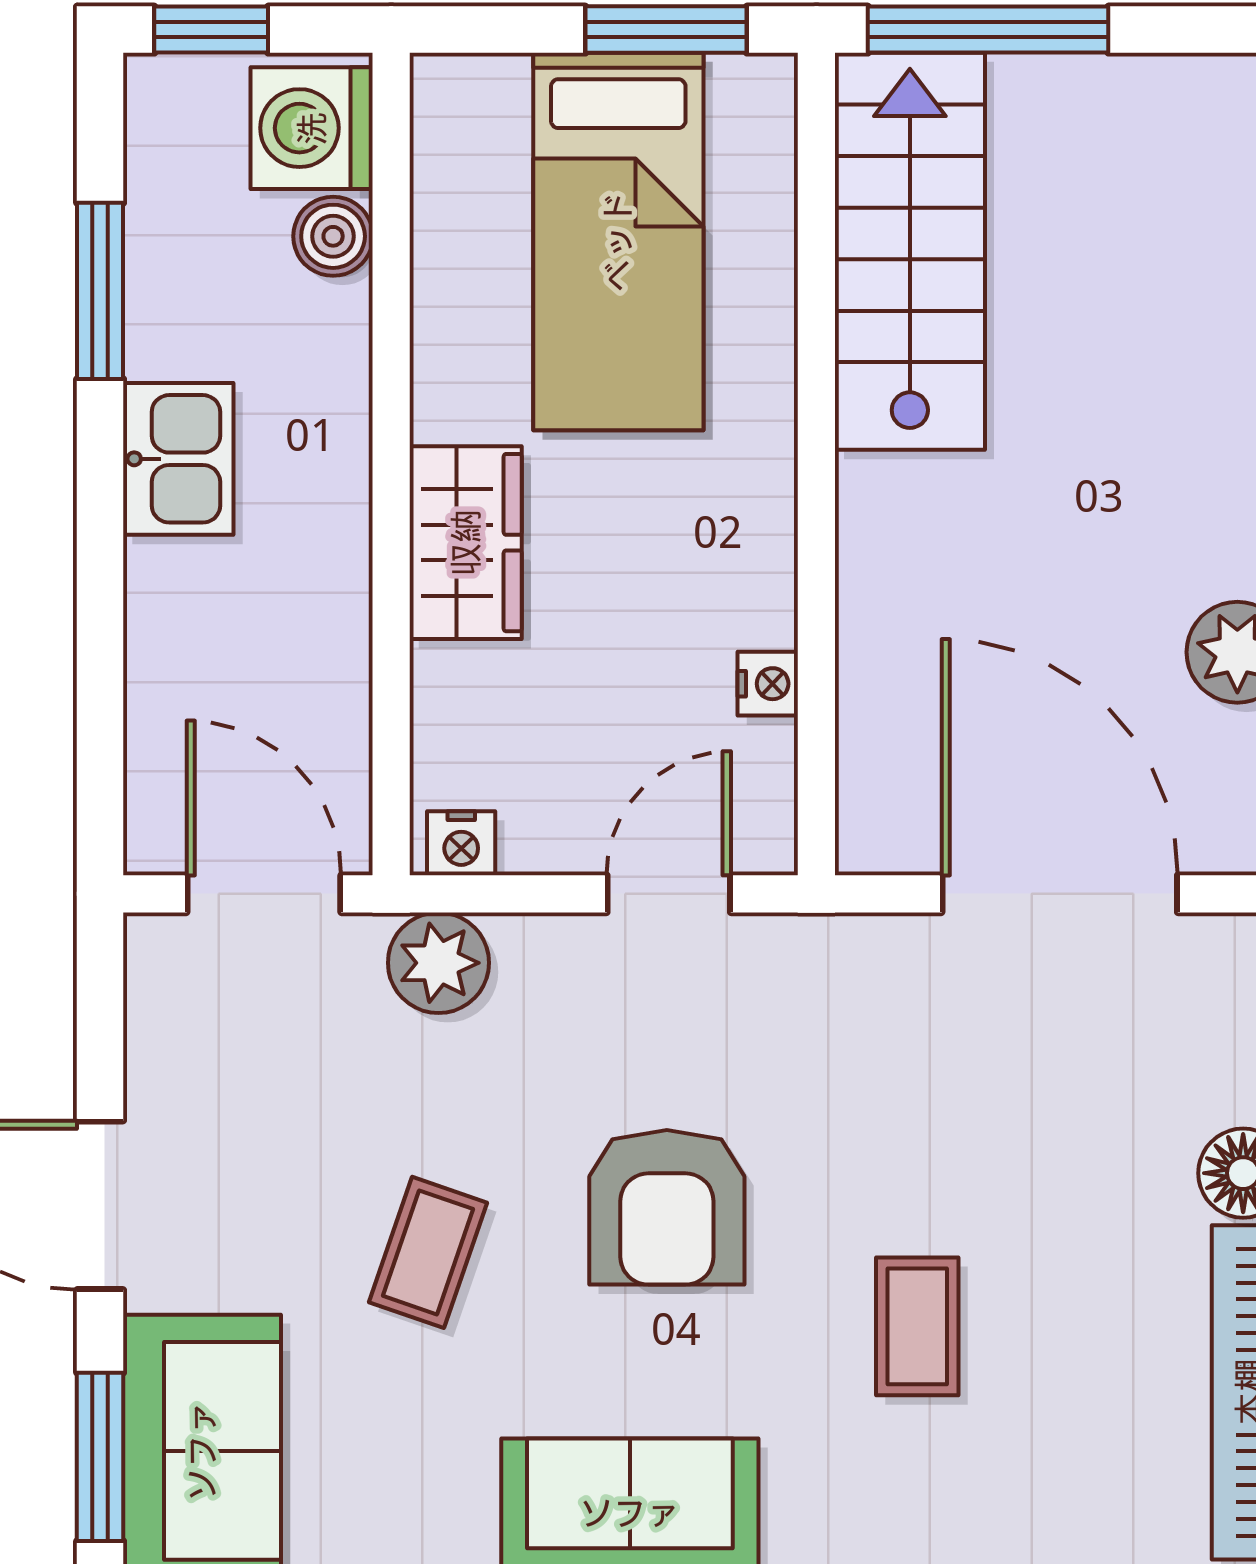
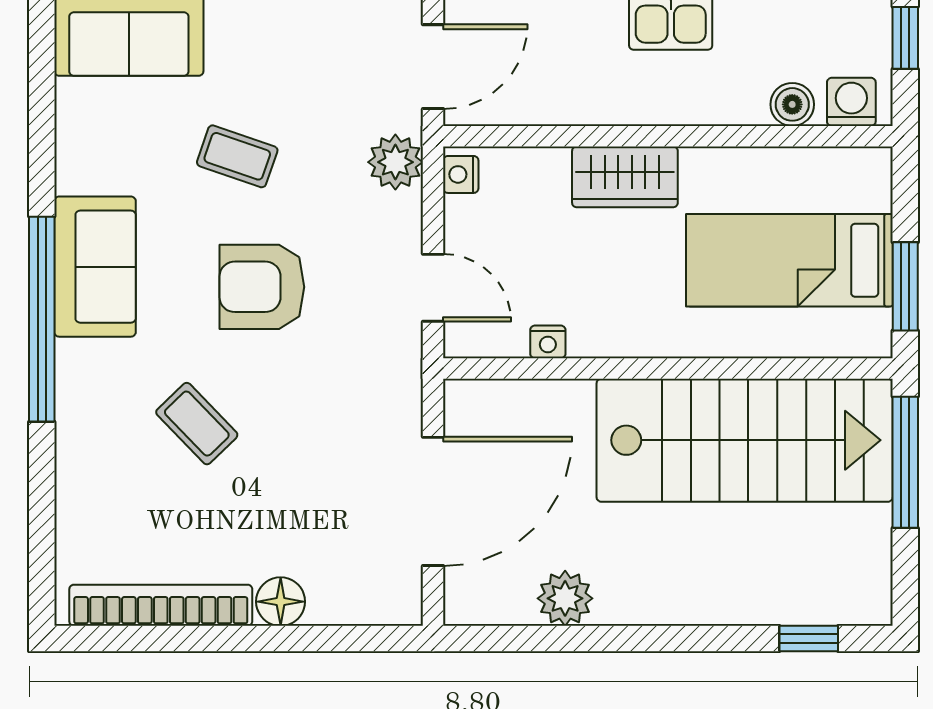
washing machine: (312, 128) -> (851, 102), width x0.73, depth x0.73
stairs: (910, 251) -> (745, 440), width x1.36, depth x1.51
coffee table: (917, 1326) -> (197, 424), turned 46

